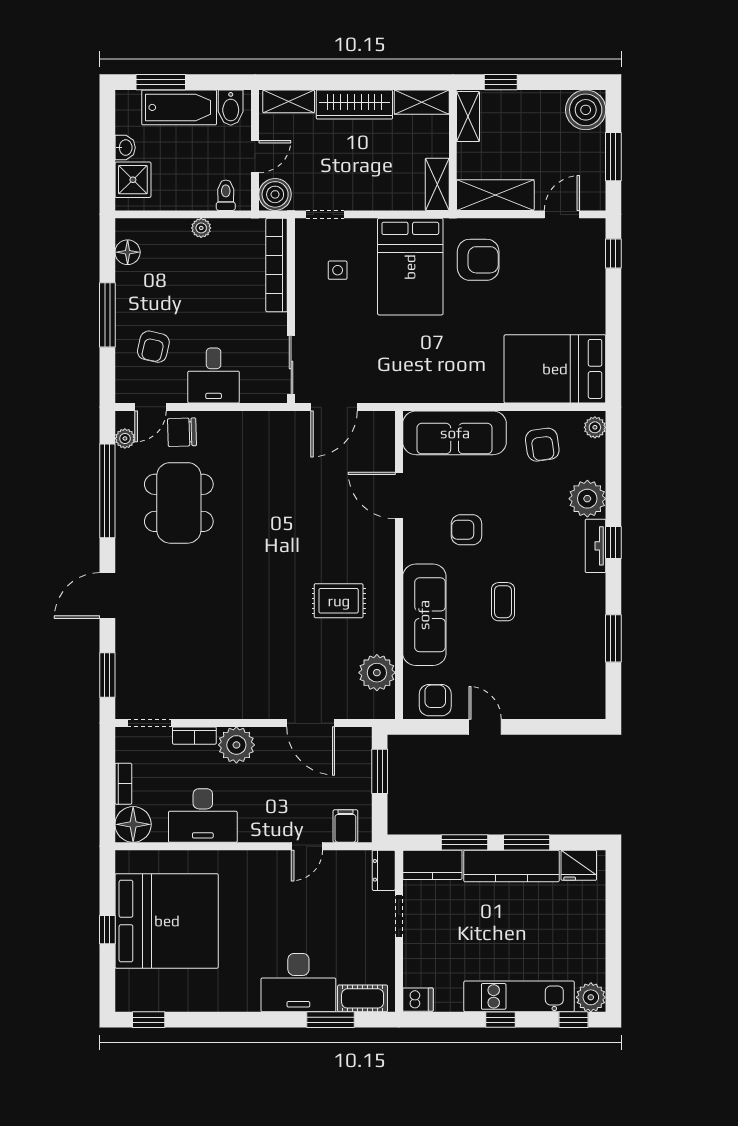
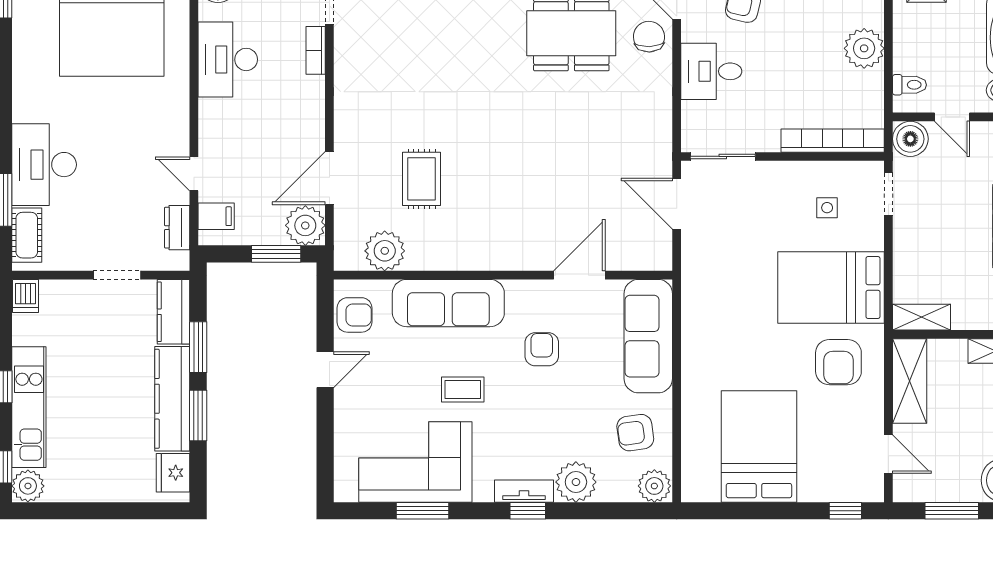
plant: (201, 228) -> (864, 48), width x1.88, depth x1.88
bed: (555, 369) -> (759, 447), moved
plant: (595, 427) -> (654, 486), width x1.38, depth x1.38
rug: (339, 601) -> (422, 179), moved
corner sofa: (569, 645) -> (415, 462), added
plant: (236, 745) -> (305, 225), moved
dresser: (384, 870) -> (177, 228), moved, turned -90

